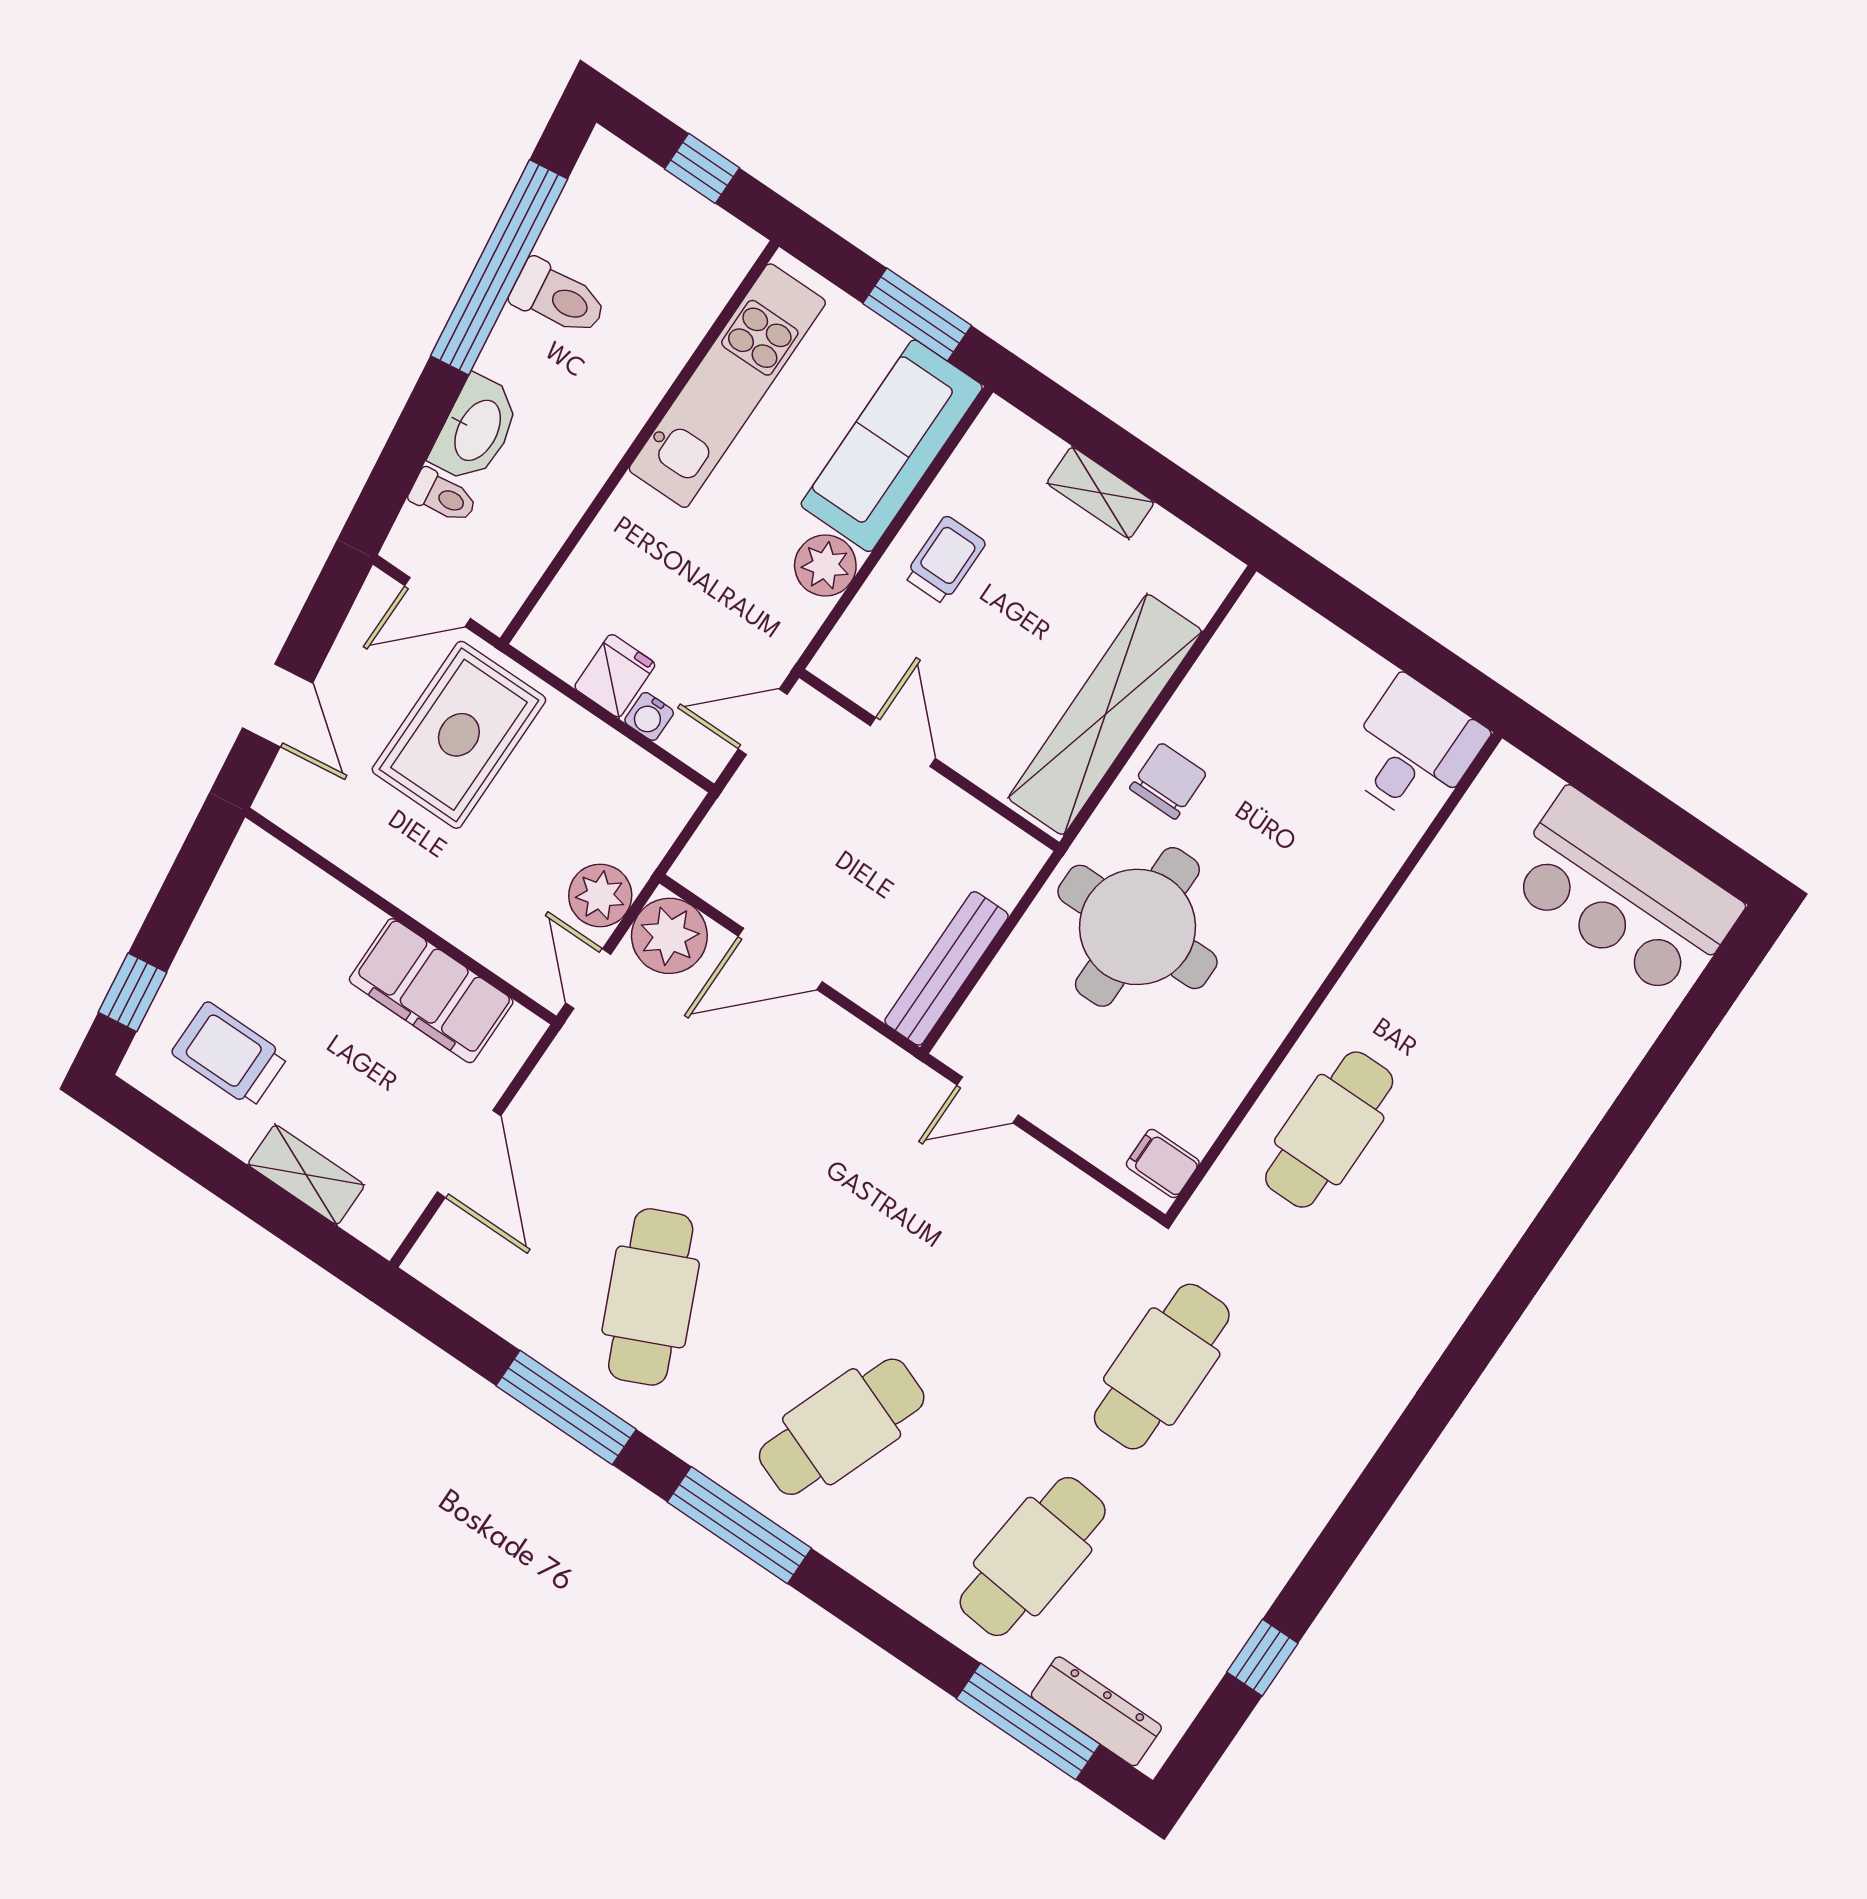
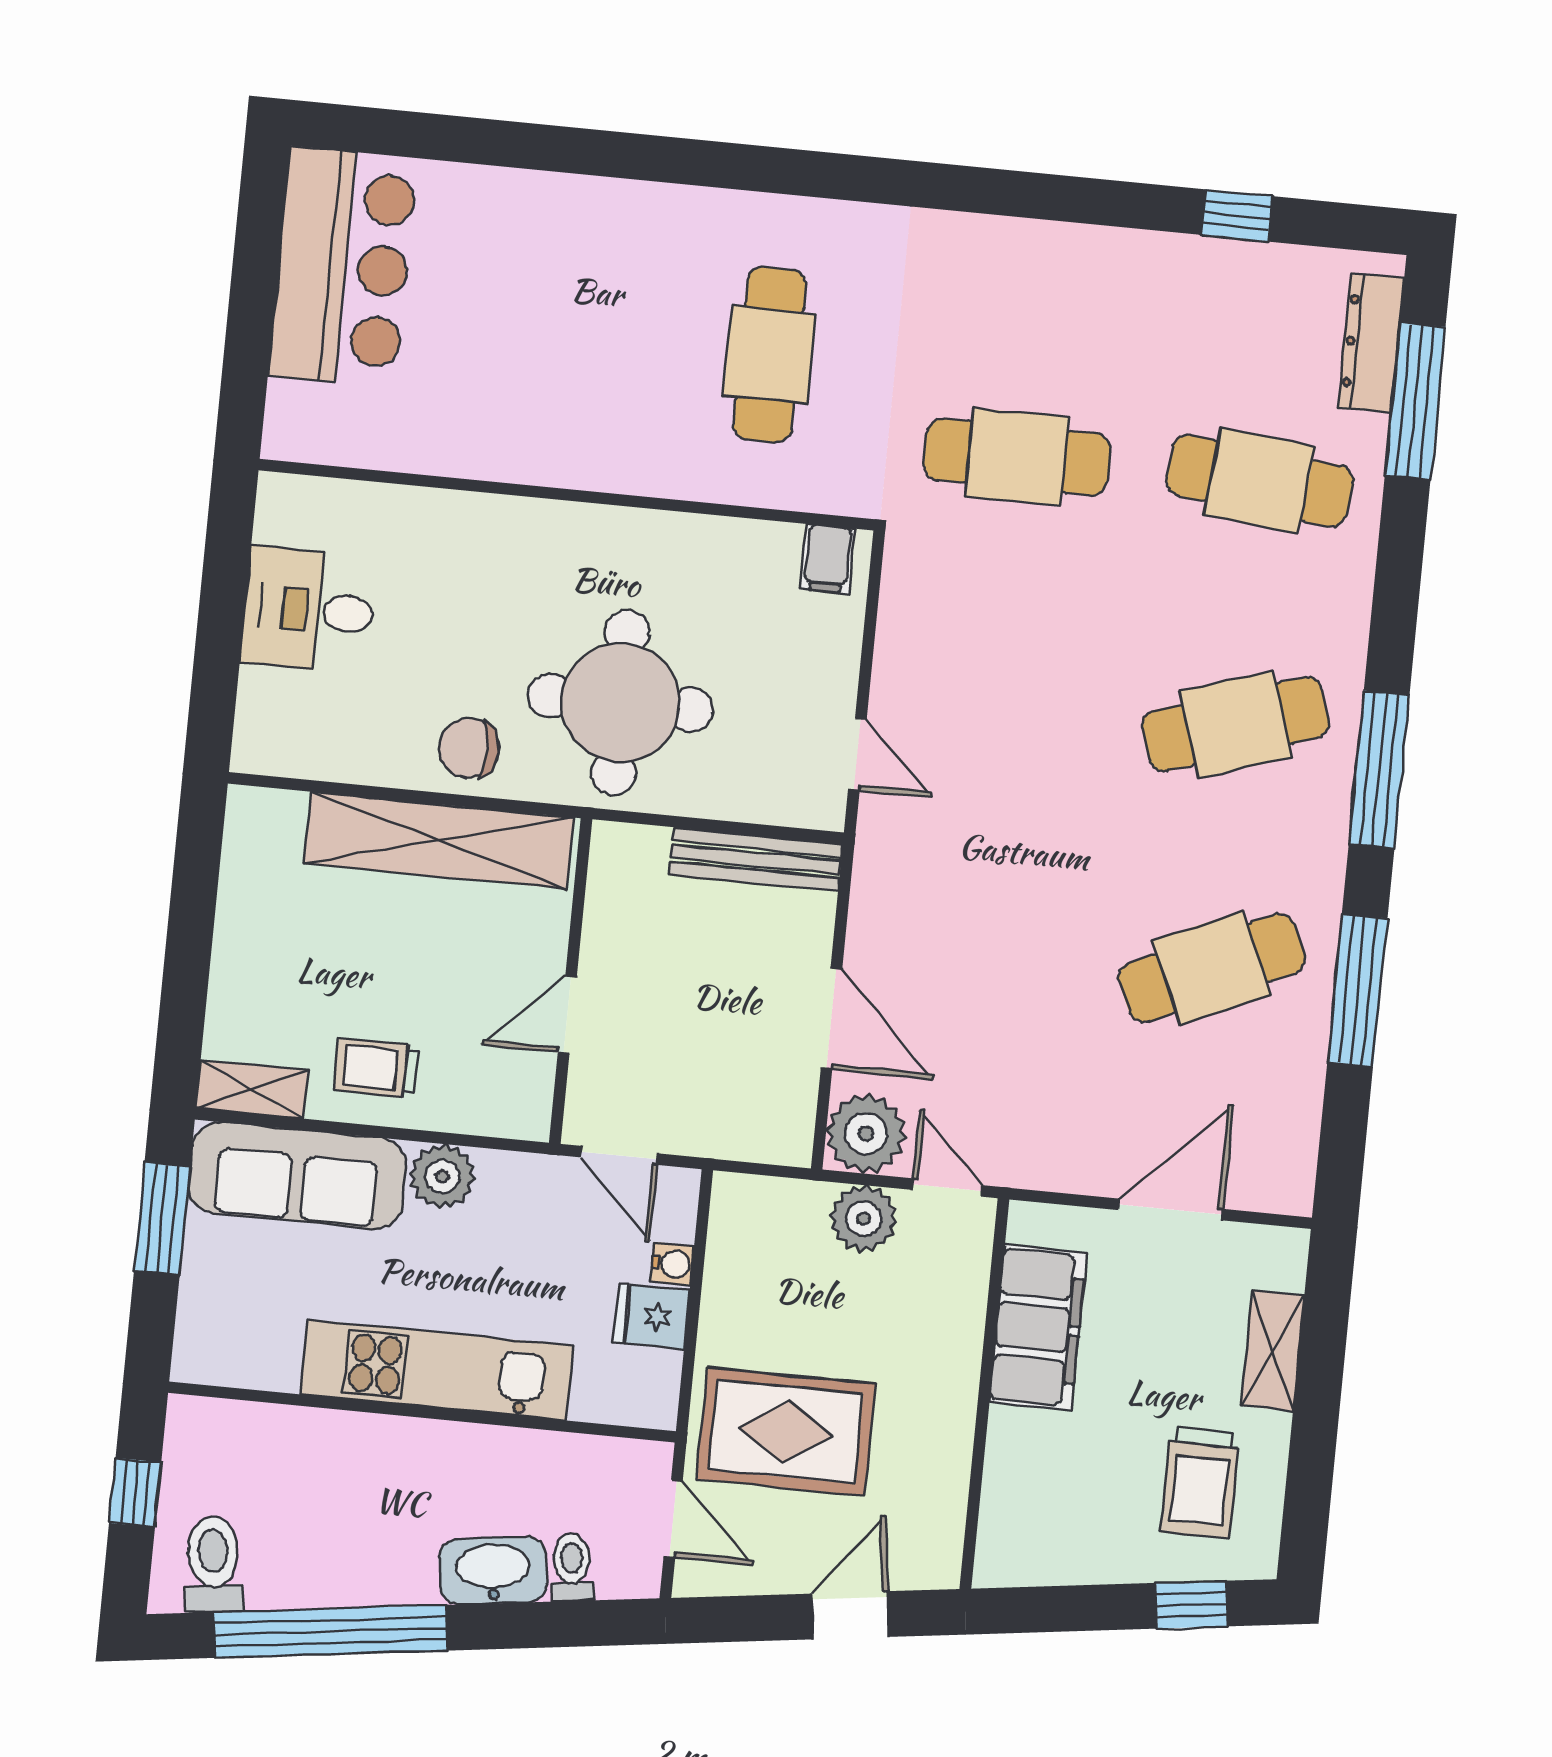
toilet: (559, 298) -> (213, 1564), moved
kitchen unit: (727, 386) -> (437, 1370), moved
shelving: (1100, 493) -> (252, 1089), moved, turned 90
desk: (1413, 751) -> (309, 610), moved
door: (588, 979) -> (947, 1188), swing flipped
cafe table: (1329, 1130) -> (770, 354), moved, turned 90
cafe table: (842, 1427) -> (1236, 724), turned -39

